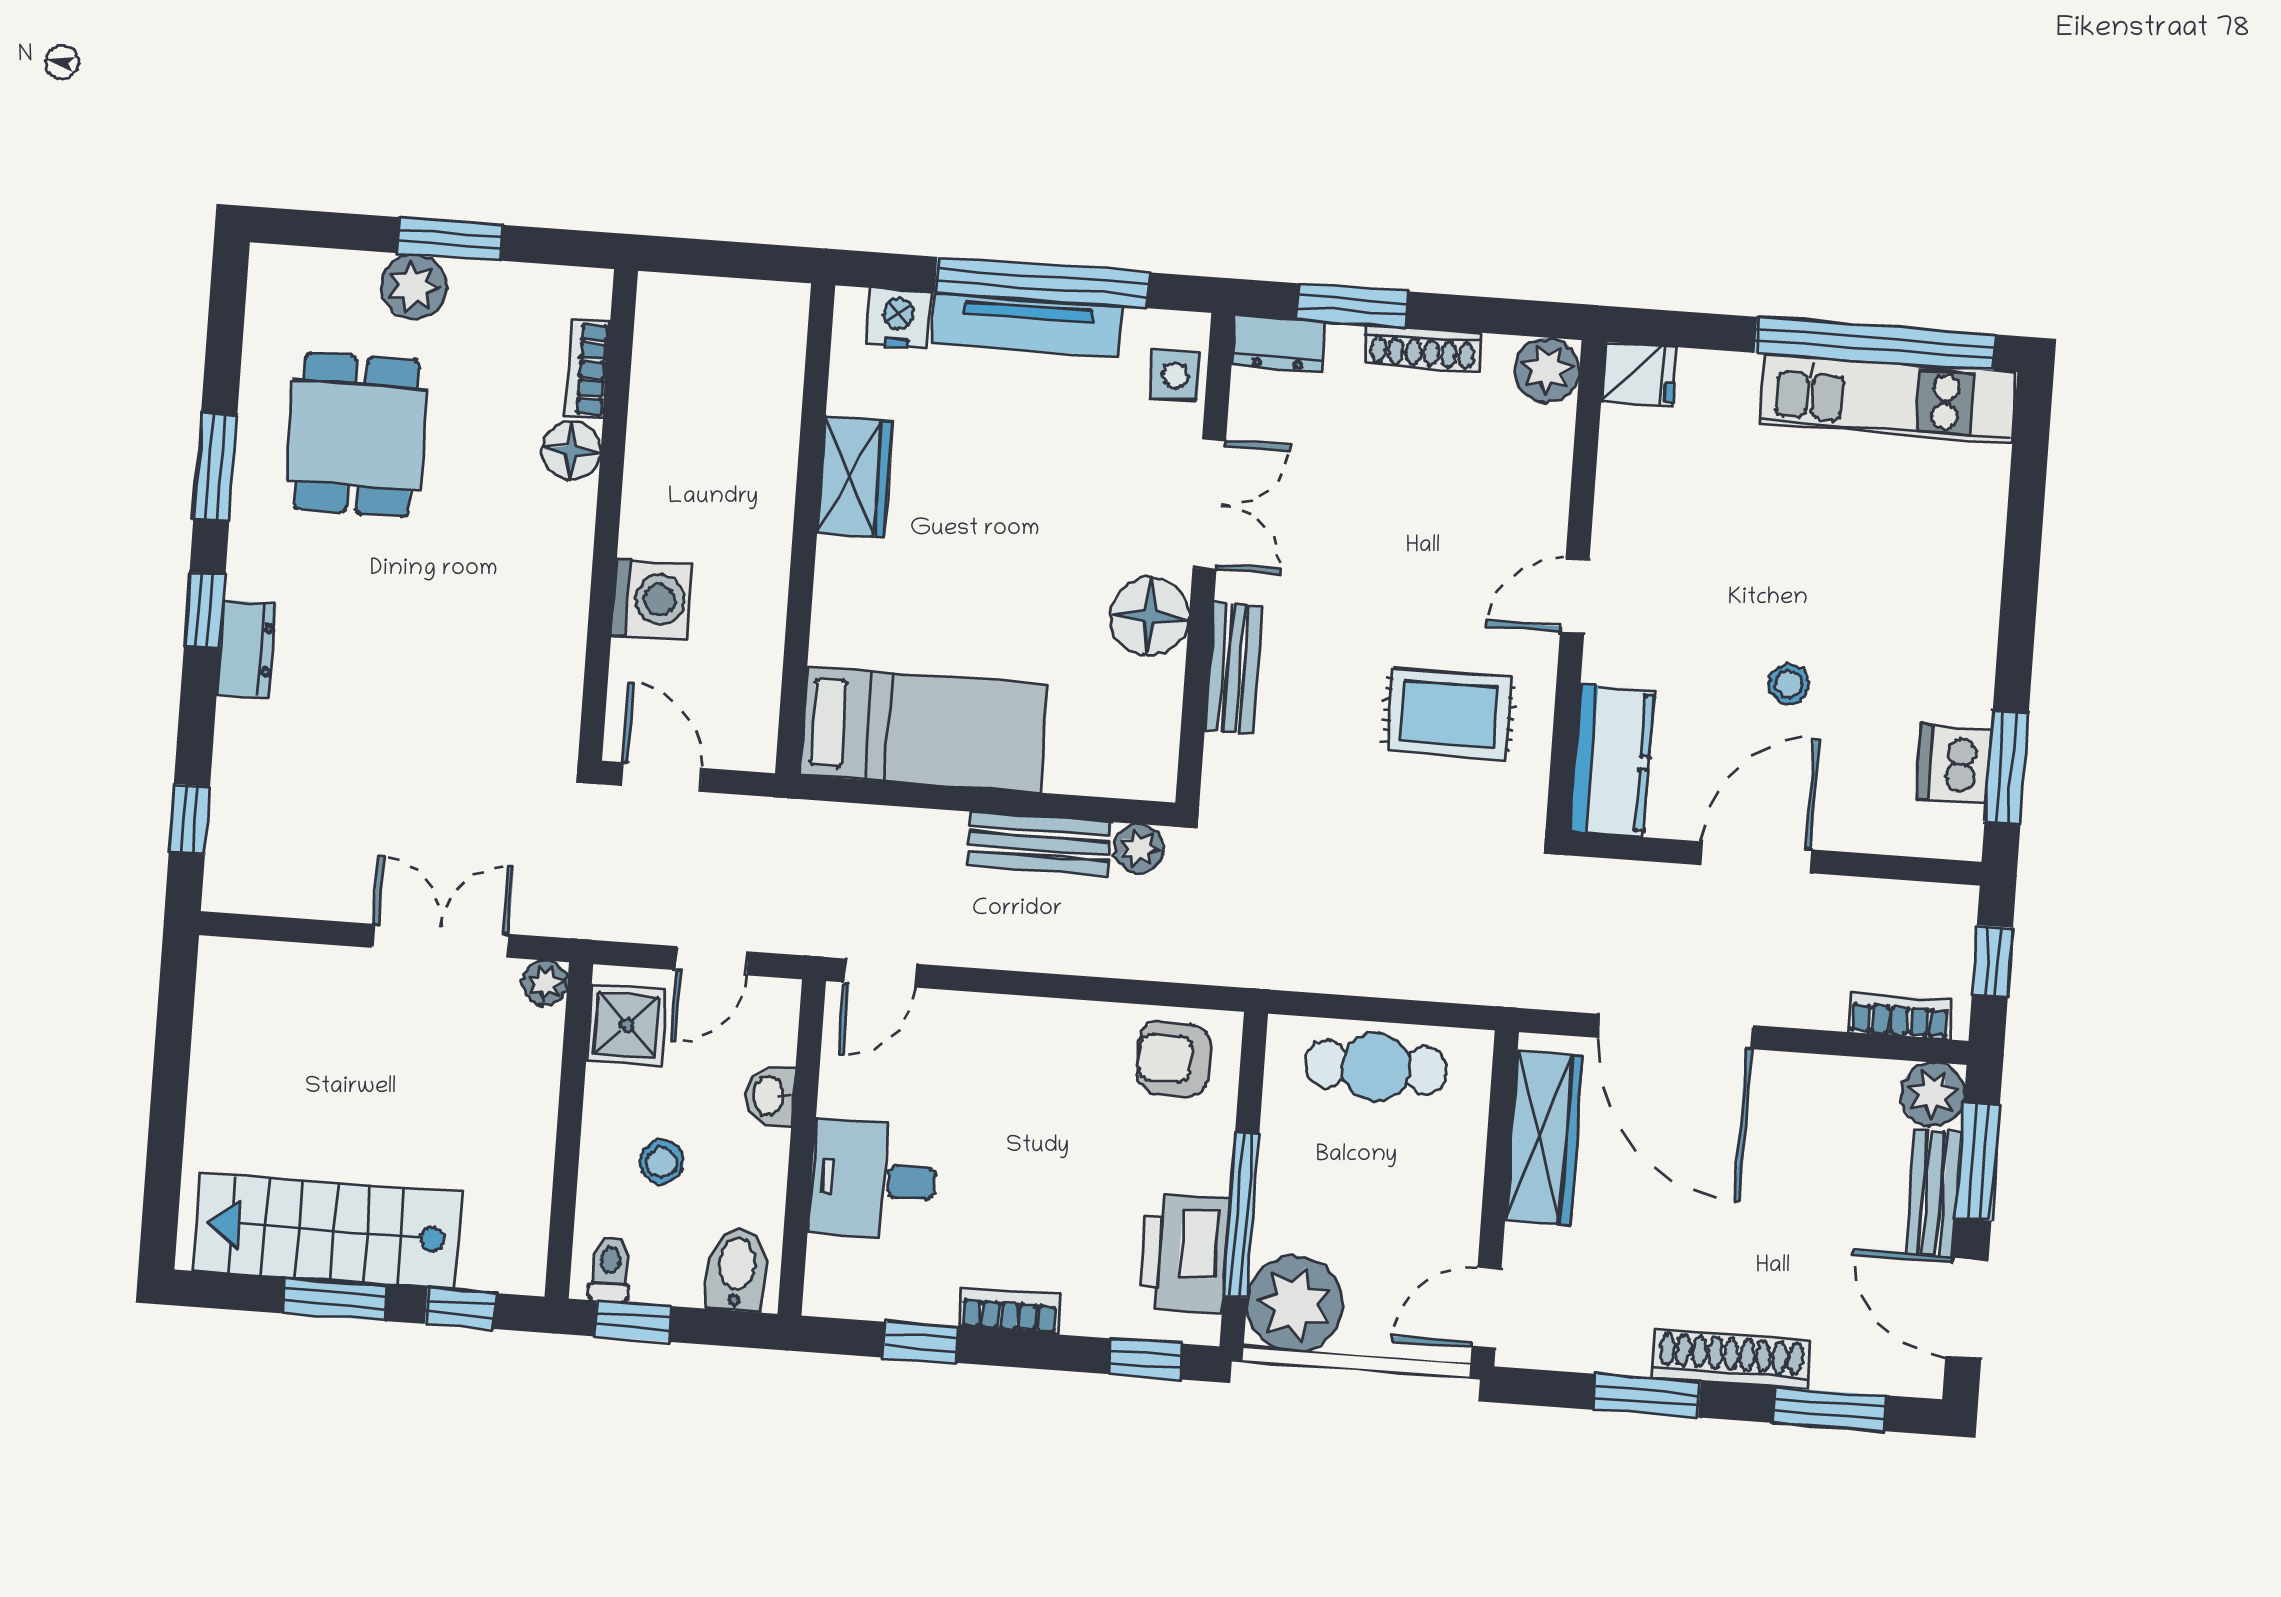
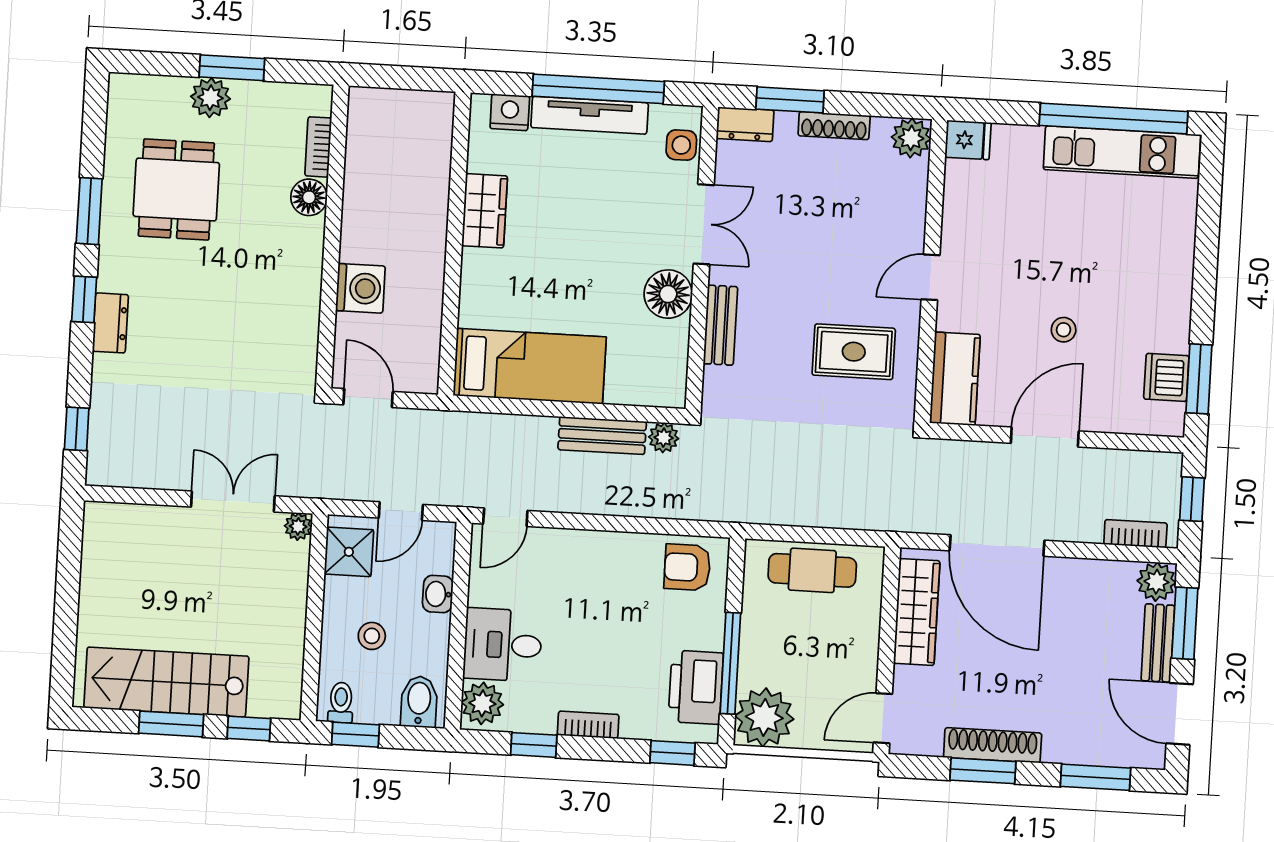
plant: (839, 1274) -> (482, 703), added
shoe rack: (1731, 1360) -> (993, 745), moved

